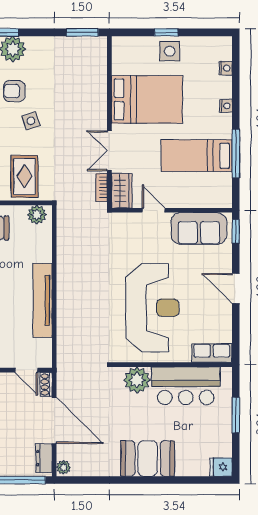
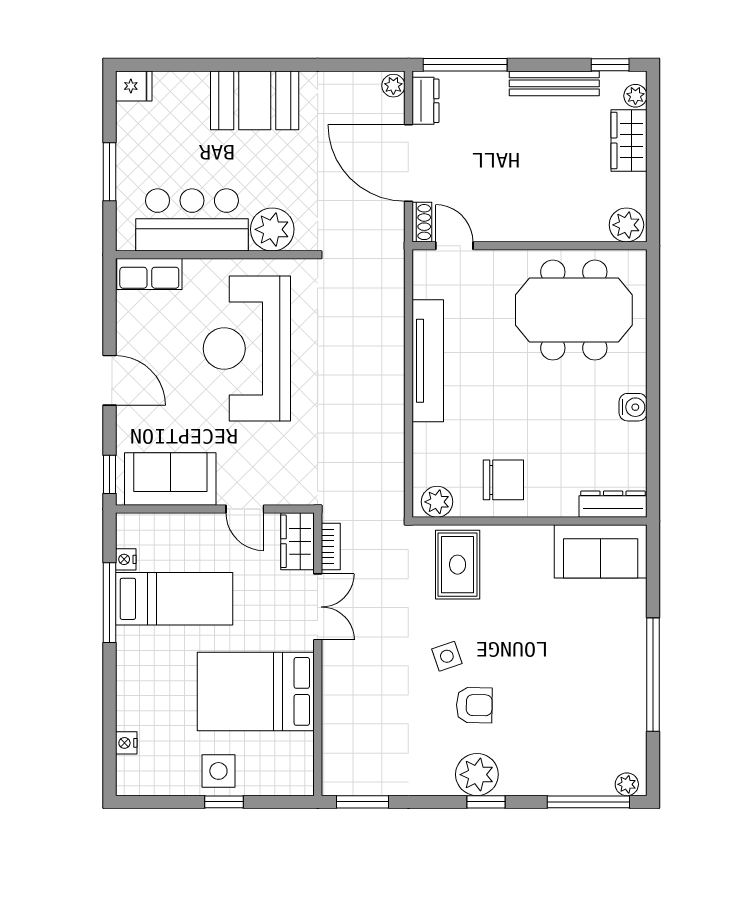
nightstand: (226, 106) -> (126, 559), moved

